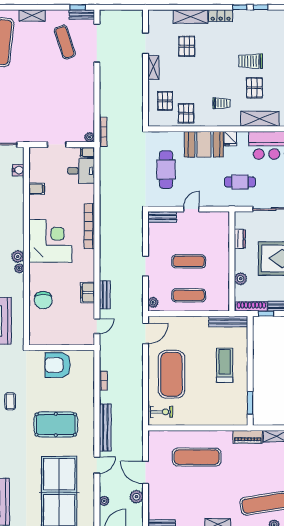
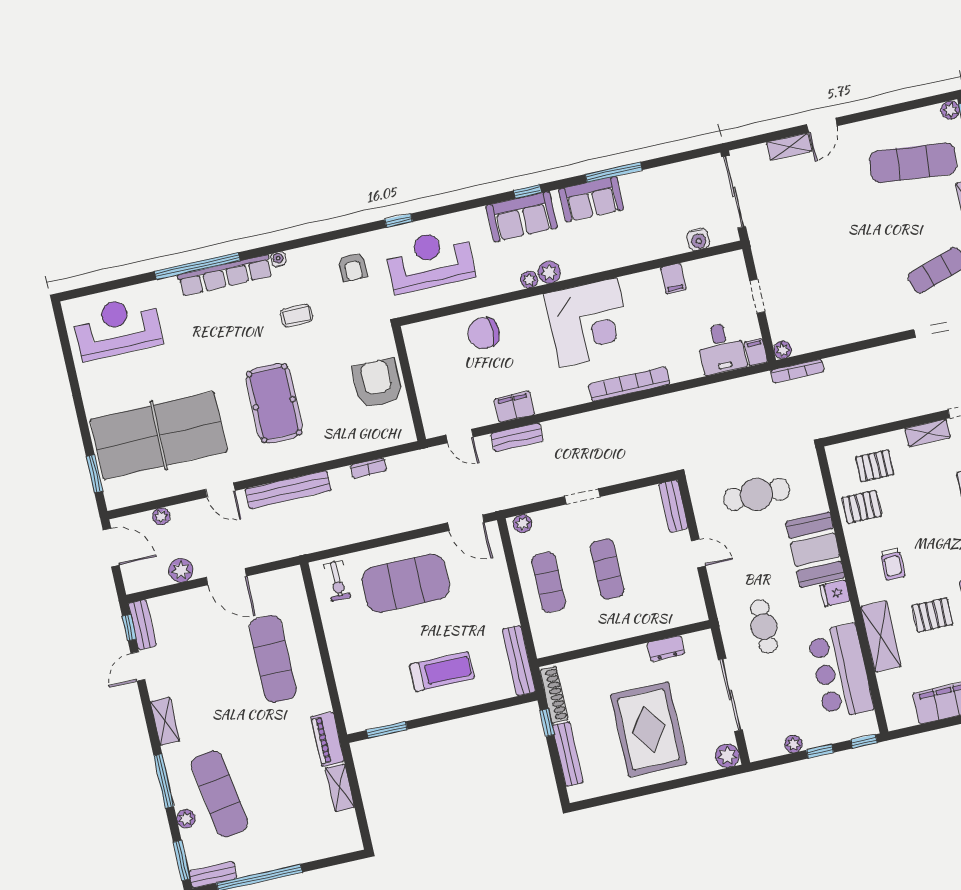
plant: (241, 279) -> (597, 665), removed
door: (146, 472) -> (226, 577), swing flipped

